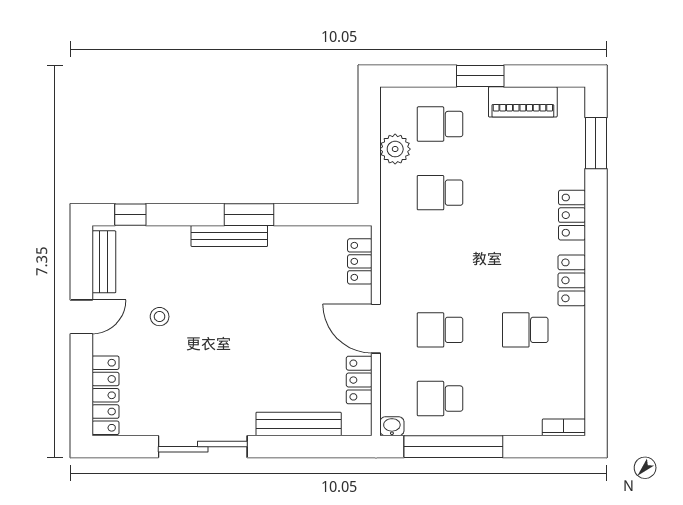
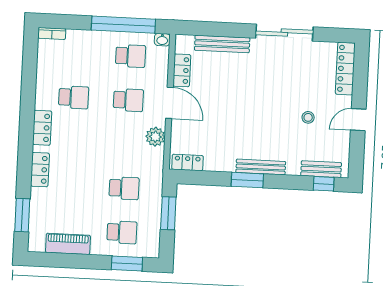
window: (480, 76) -> (127, 263), moved
plant: (395, 149) -> (155, 137), moved
window: (369, 157) -> (168, 213), added
locker: (360, 261) -> (187, 162), moved, turned -90
bench: (104, 262) -> (321, 169), moved, turned 90

